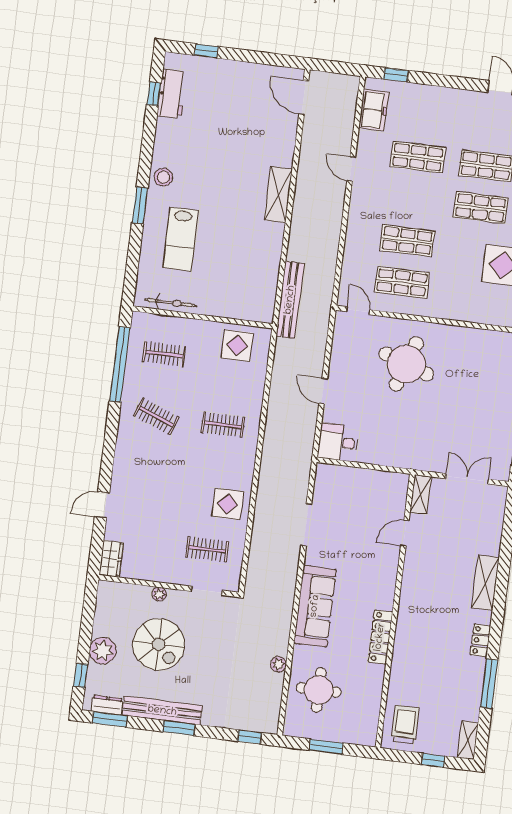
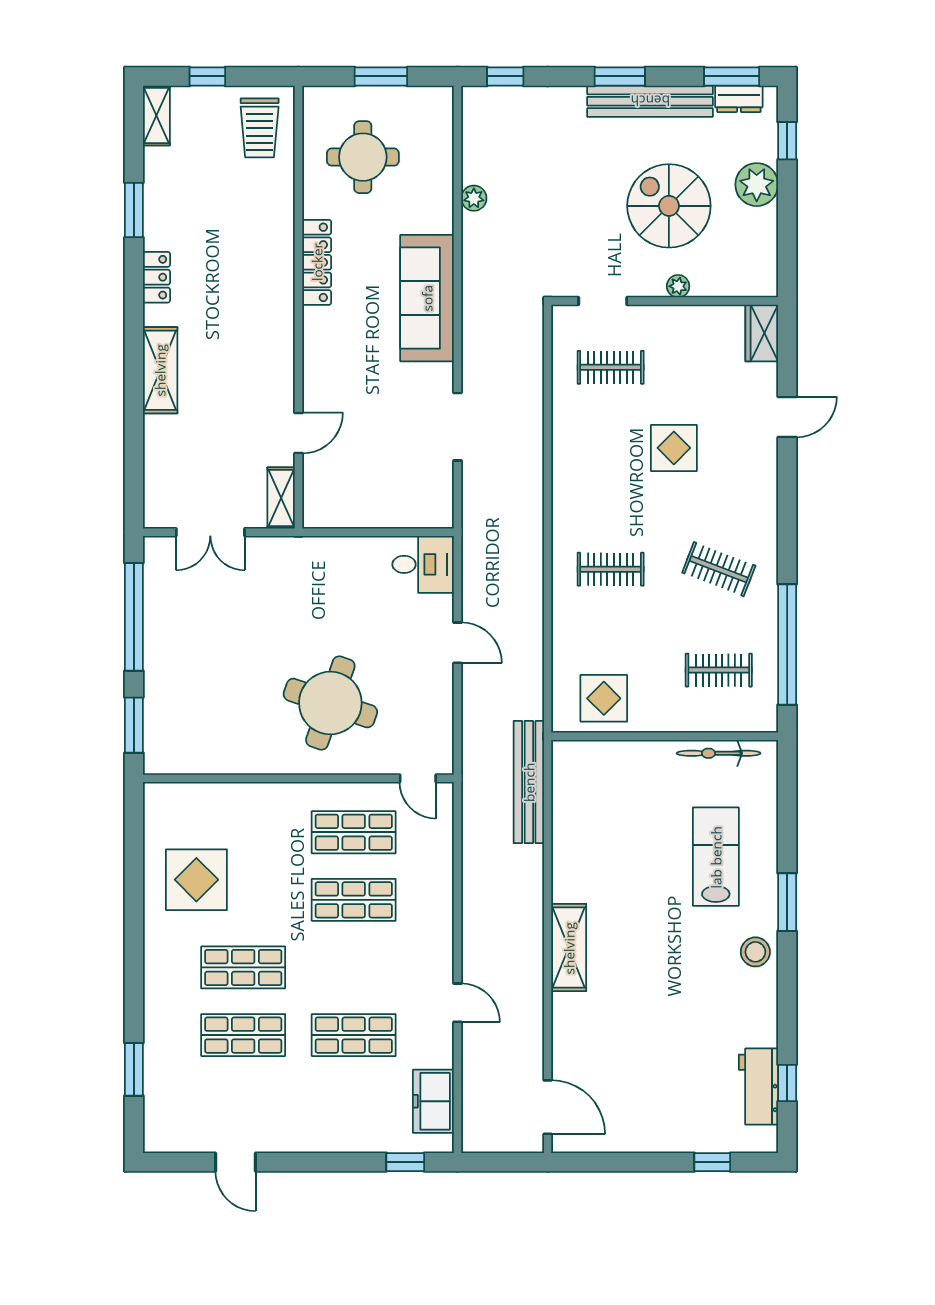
display table: (228, 504) -> (674, 448), moved
window: (489, 684) -> (134, 210), width x0.69
round table: (319, 690) -> (363, 157), moved

